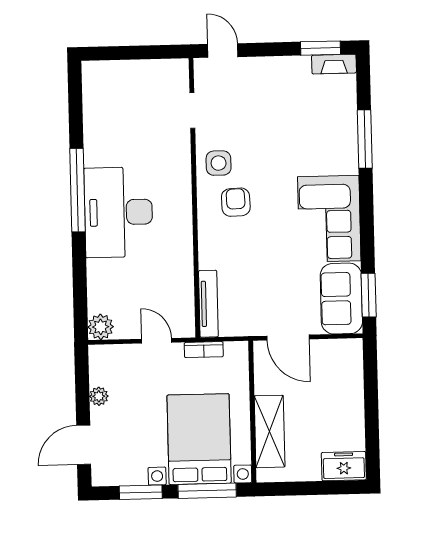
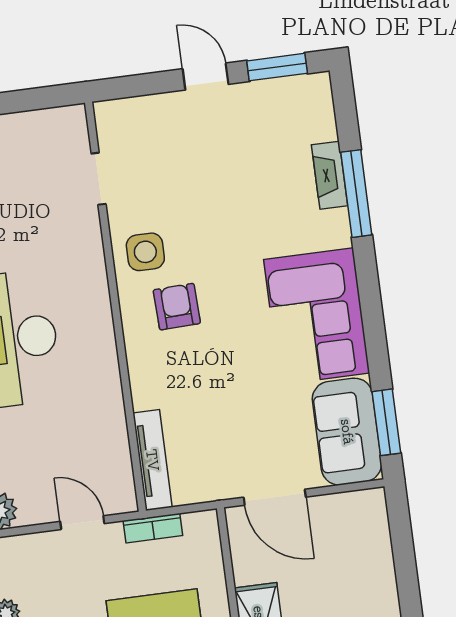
door: (223, 51) -> (206, 77), moved
fireplace: (334, 64) -> (330, 175), moved, turned 90

